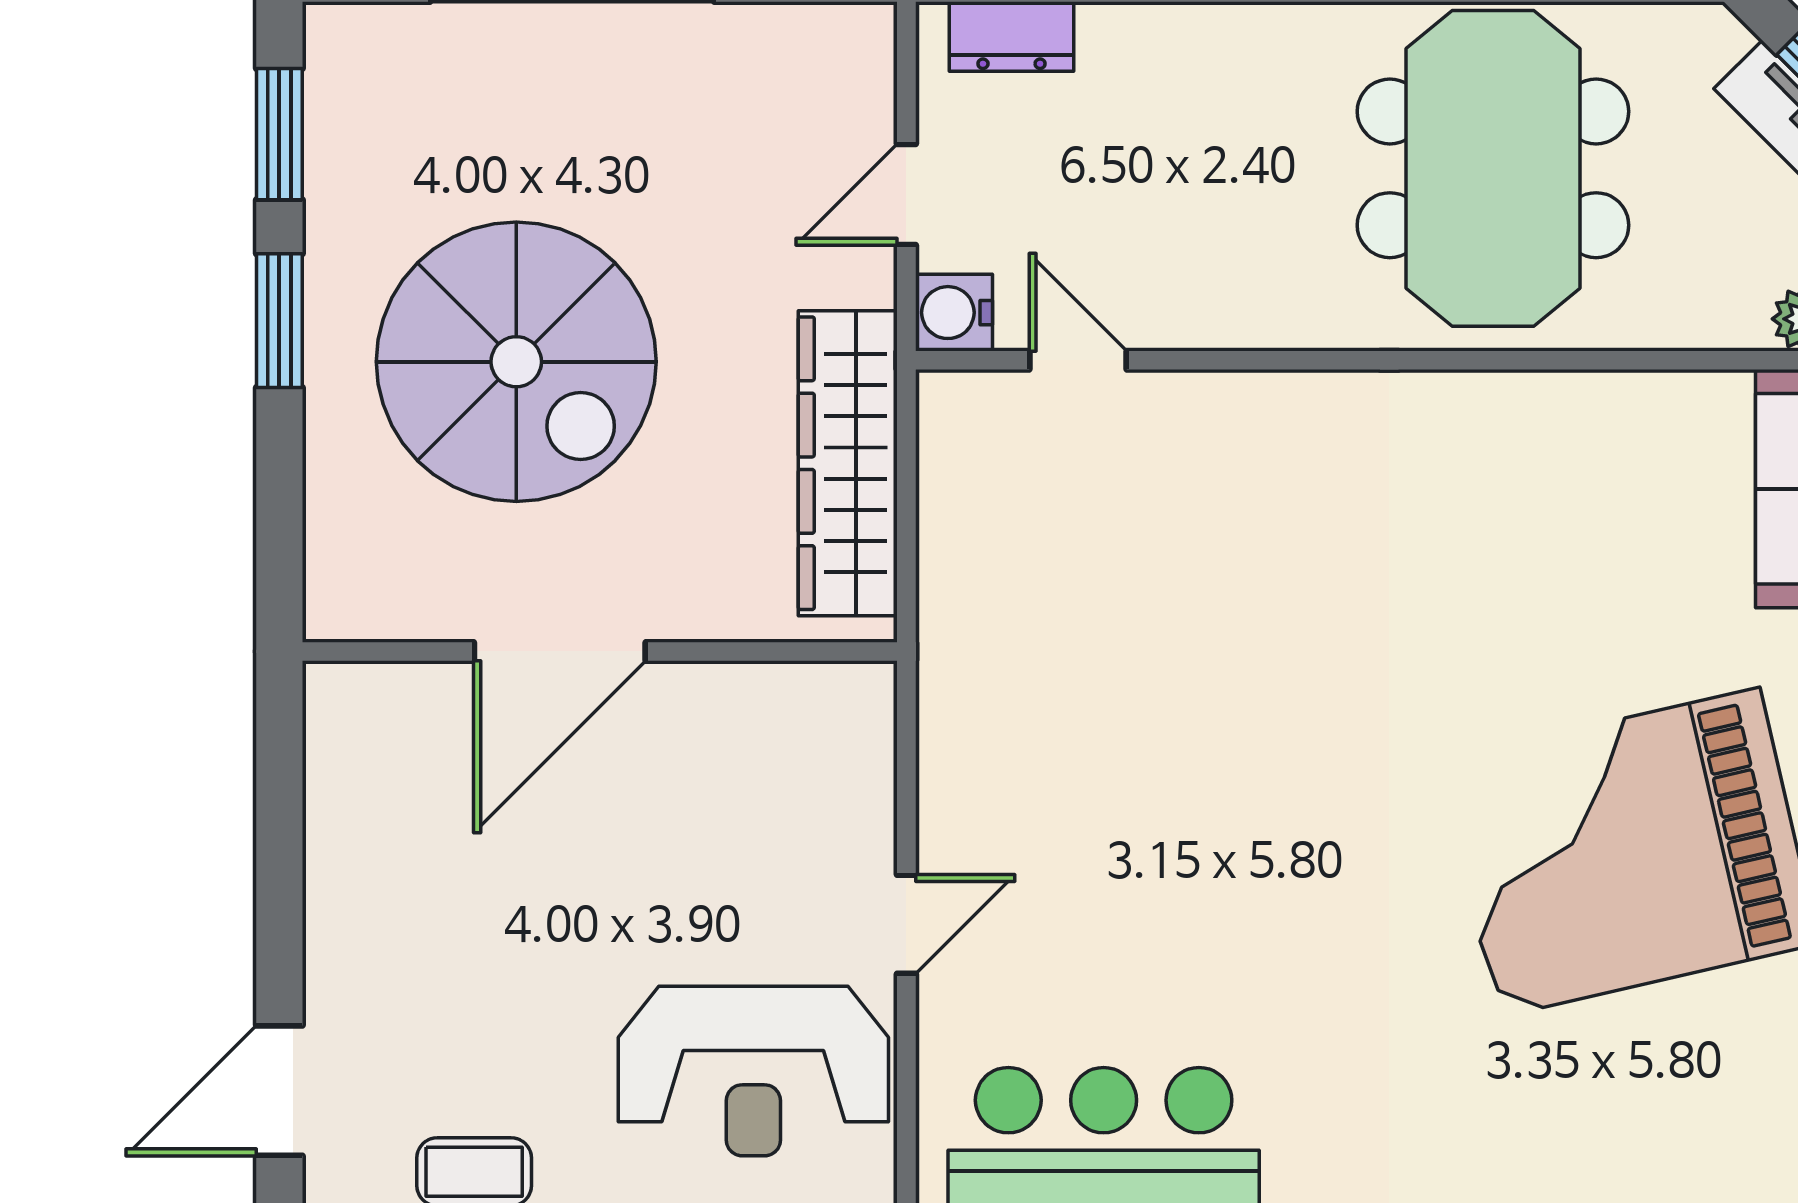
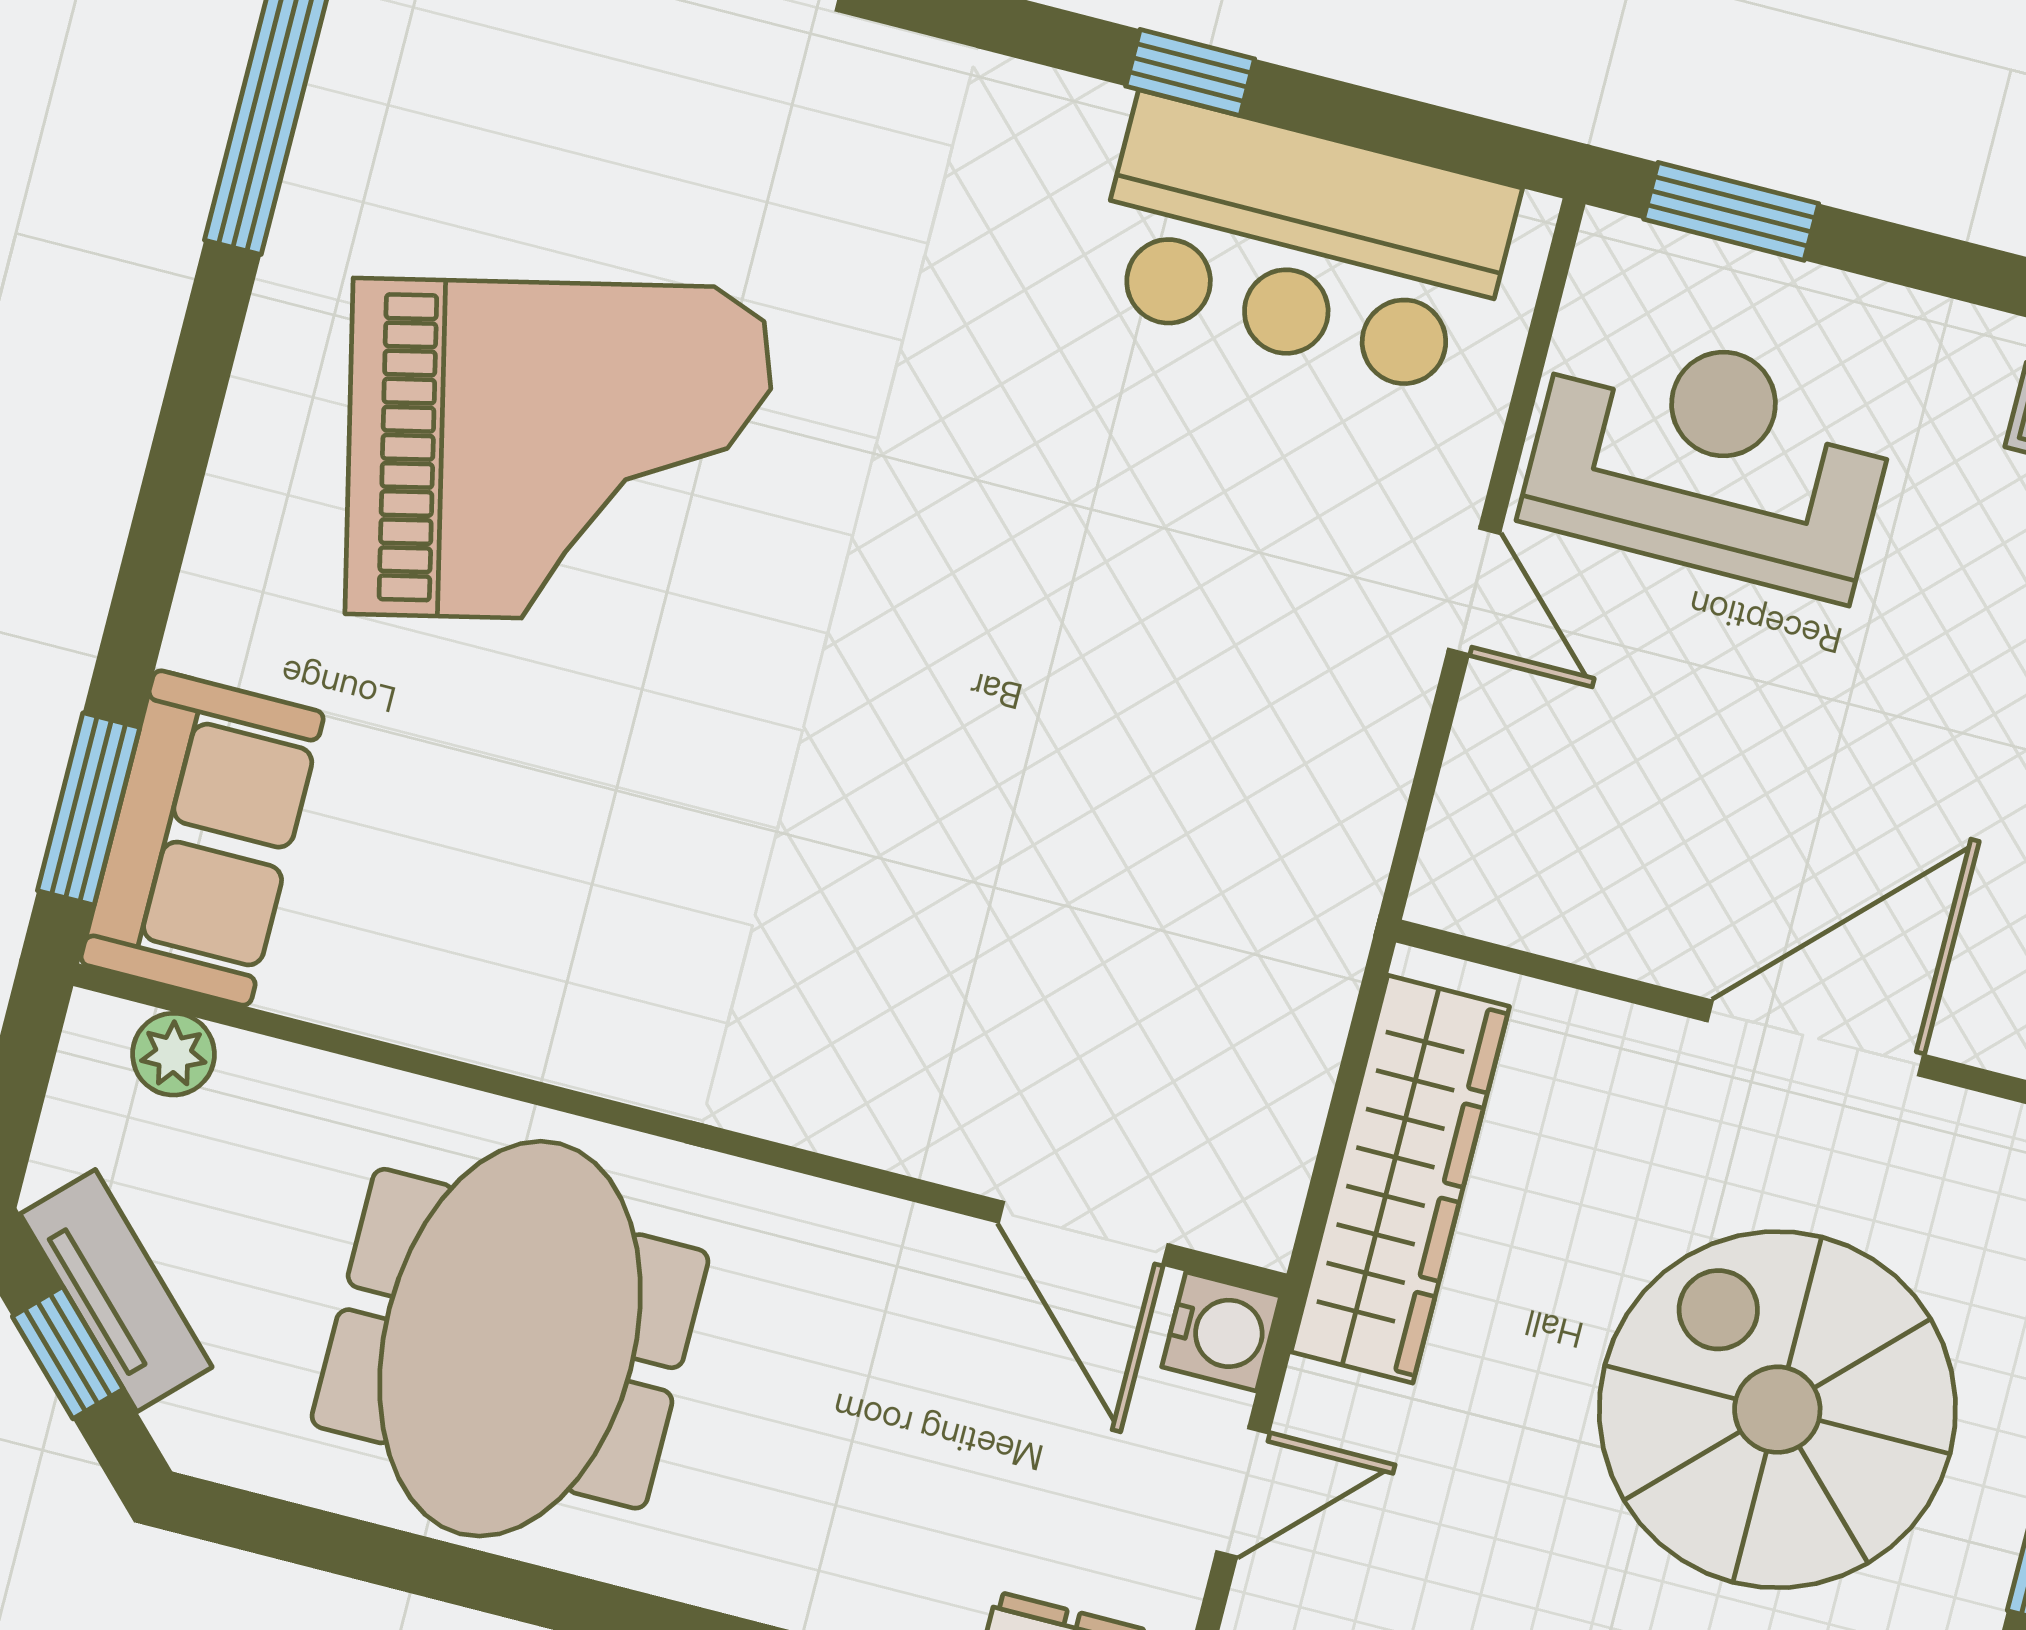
door: (1078, 360) -> (1083, 1233), width x1.38
door: (906, 924) -> (1474, 591), swing flipped

